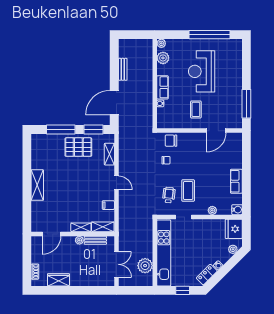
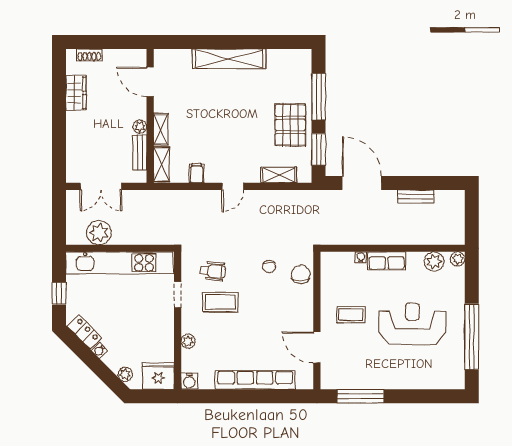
row of seats: (236, 181) -> (255, 380), width x2.02
shelving: (37, 185) -> (229, 59), width x1.47

